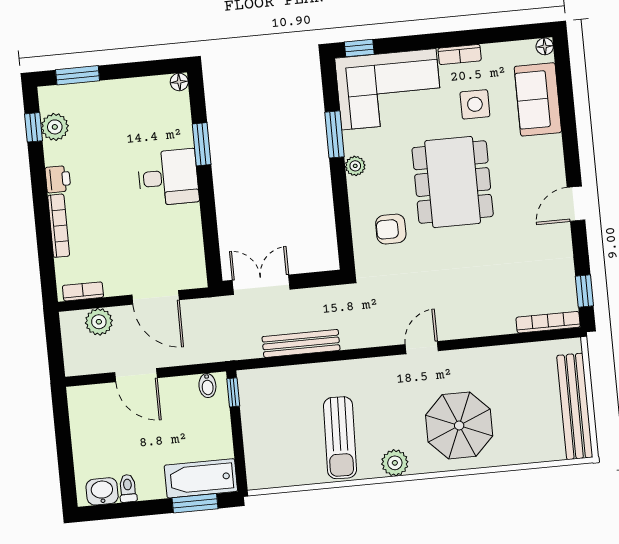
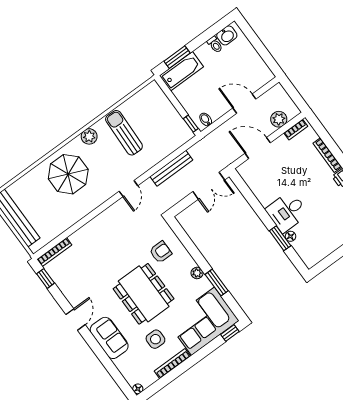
bookcase: (460, 54) -> (172, 364), width x1.56
floor lamp: (179, 82) -> (290, 236), moved
sofa: (538, 99) -> (109, 338), moved
door: (422, 348) -> (128, 188), moved

